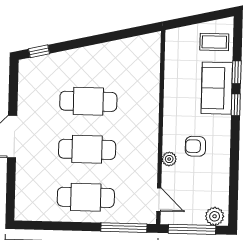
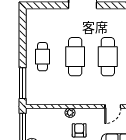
cafe table: (86, 197) -> (42, 57), width x0.73, depth x0.74
door: (159, 200) -> (113, 106), moved

